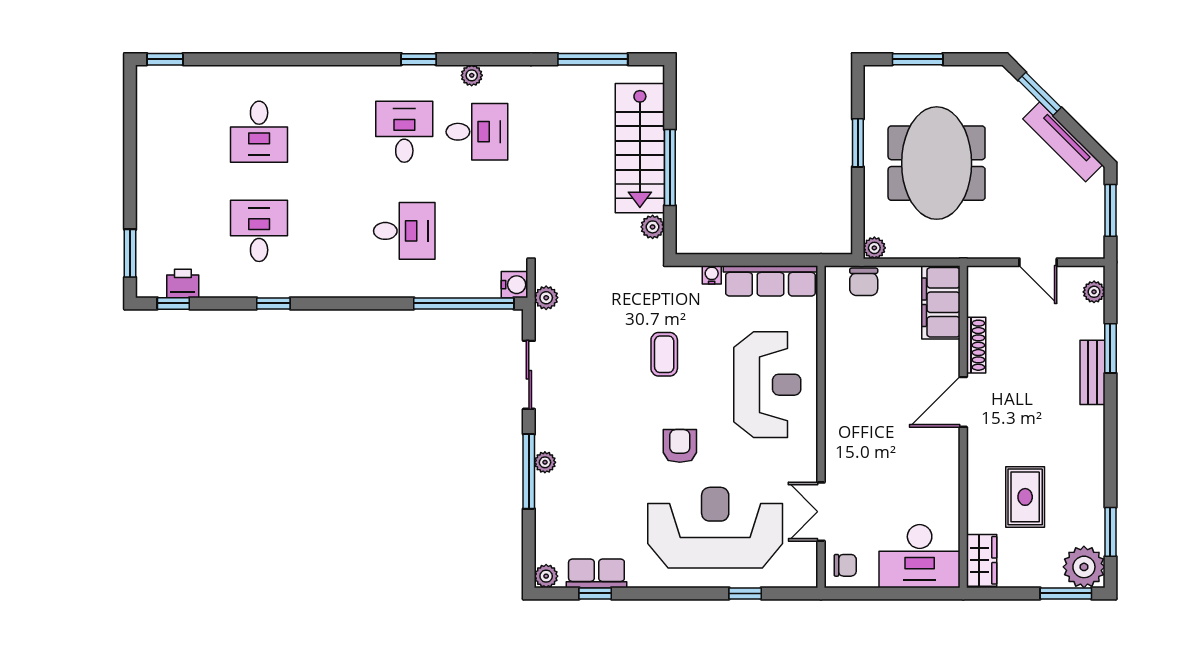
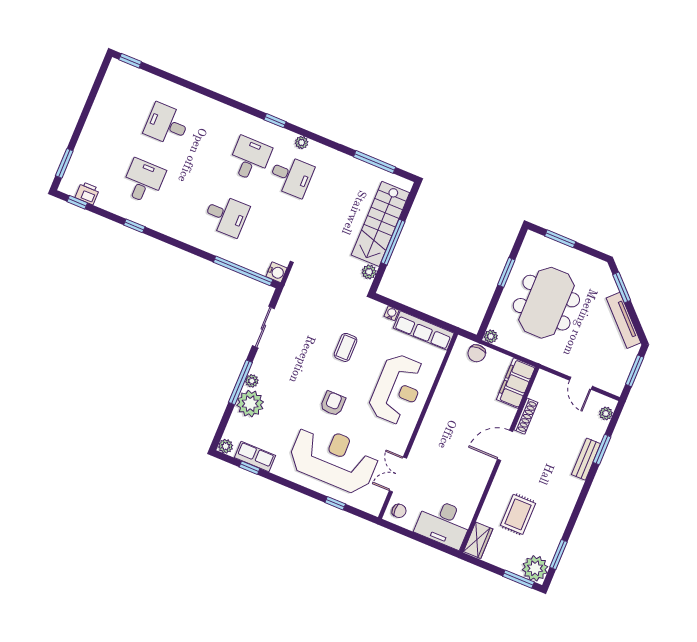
desk: (259, 132) -> (167, 124), turned 90
plant: (546, 298) -> (250, 404), moved, width x1.88, depth x1.88

